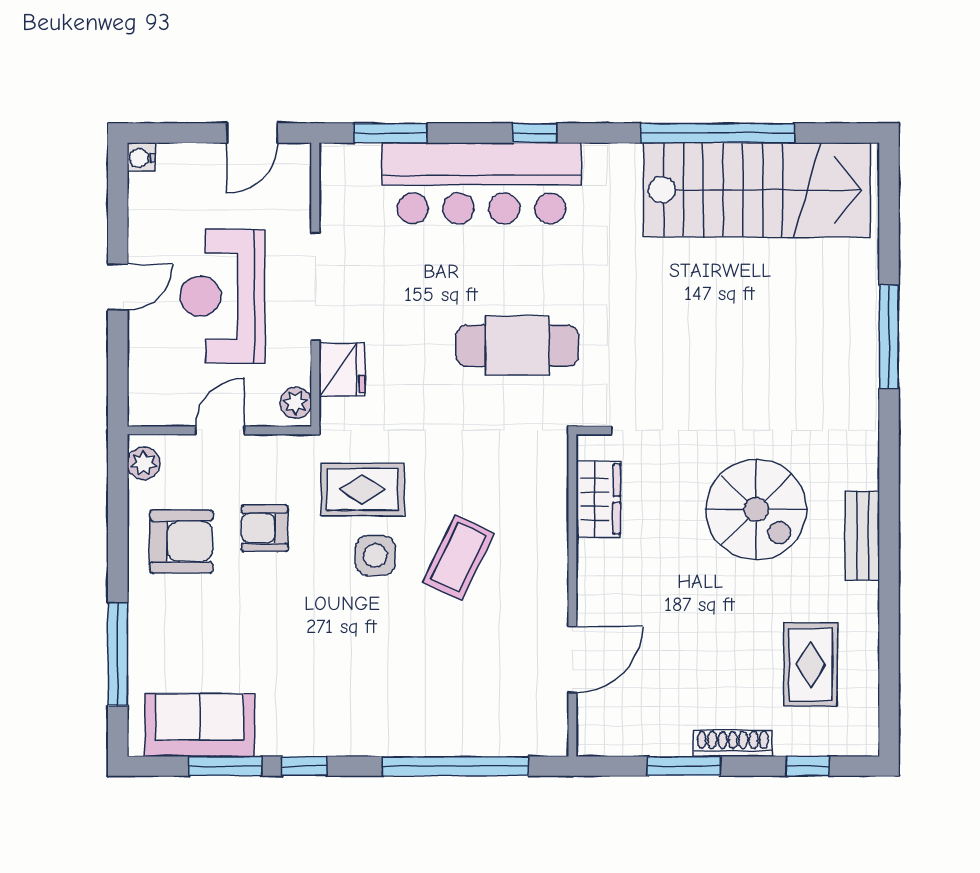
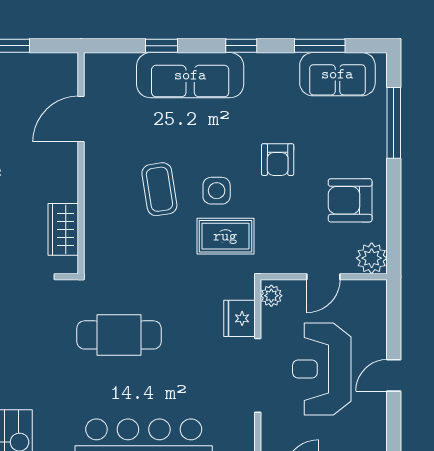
reception desk: (222, 296) -> (322, 369), turned 180
plant: (144, 463) -> (372, 258), width x1.38, depth x1.38
armchair: (265, 528) -> (278, 160), moved, turned 90
coffee table: (458, 558) -> (159, 189), turned -35
sofa: (414, 723) -> (190, 75), added
window: (304, 766) -> (241, 46), moved
window: (455, 766) -> (162, 46), width x0.32

